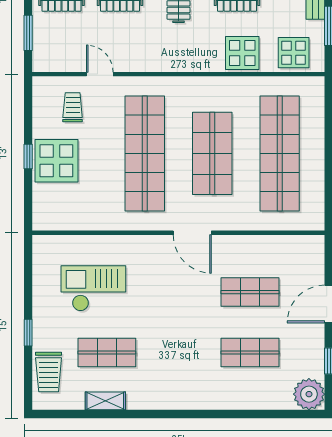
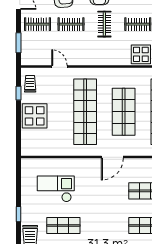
trolley: (73, 107) -> (30, 84), moved
window: (28, 157) -> (18, 93), moved
door: (192, 233) -> (112, 157), hinge flipped

